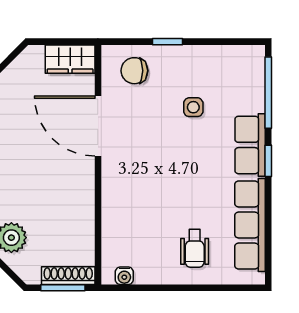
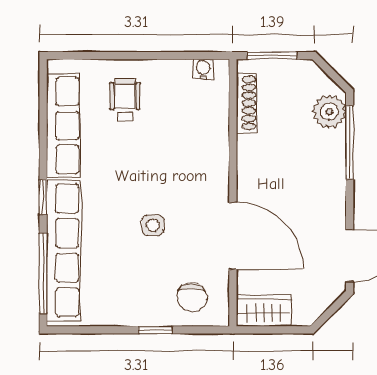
chair: (134, 71) -> (192, 298), turned 90
side table: (193, 107) -> (153, 225), moved
row of seats: (250, 145) -> (63, 250), width x2.02
shoe rack: (68, 276) -> (246, 103), moved, turned -90

